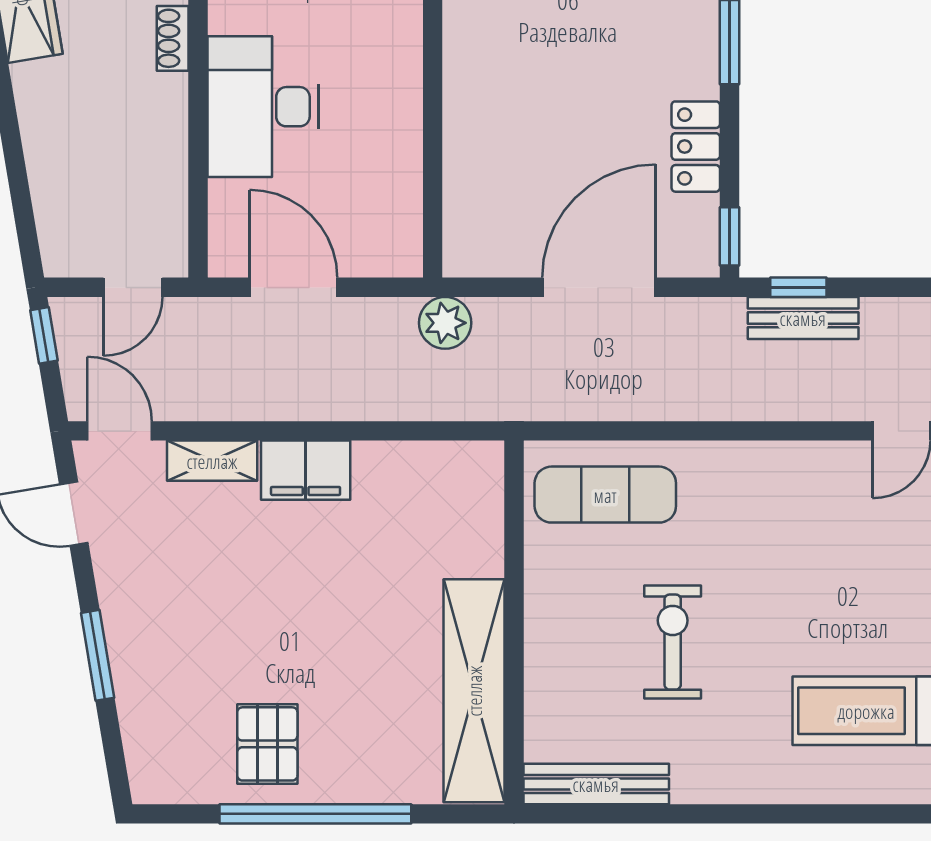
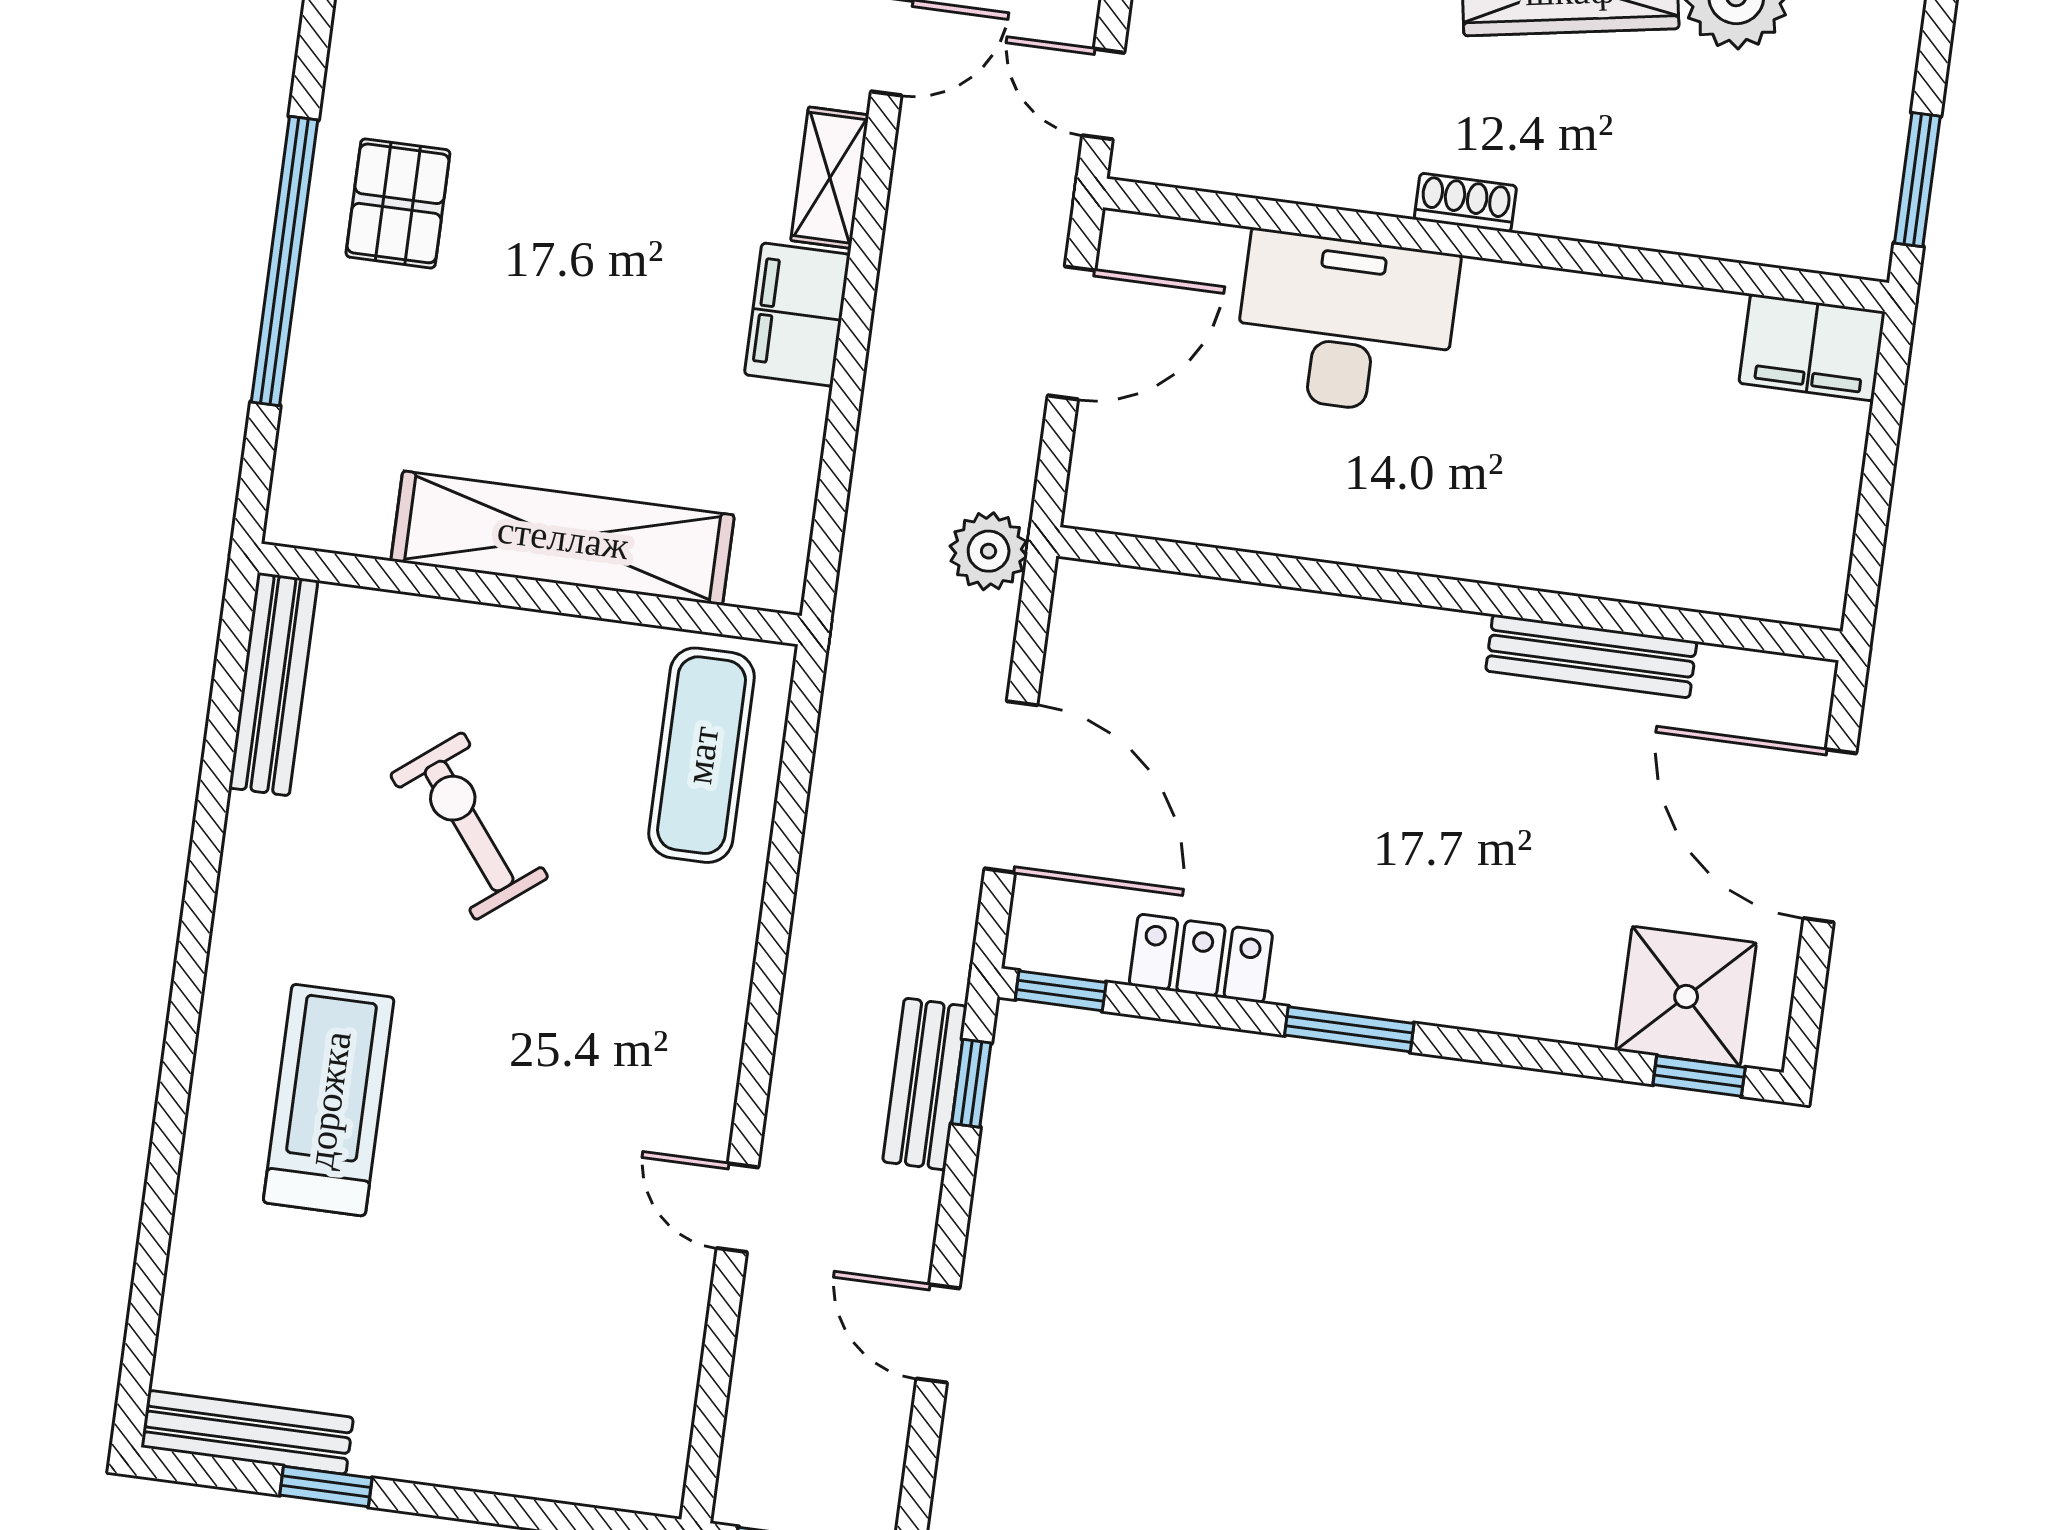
exercise bike: (673, 642) -> (469, 826), turned -128
shelving: (474, 691) -> (563, 538), moved
pallet: (267, 744) -> (398, 203), turned 90

